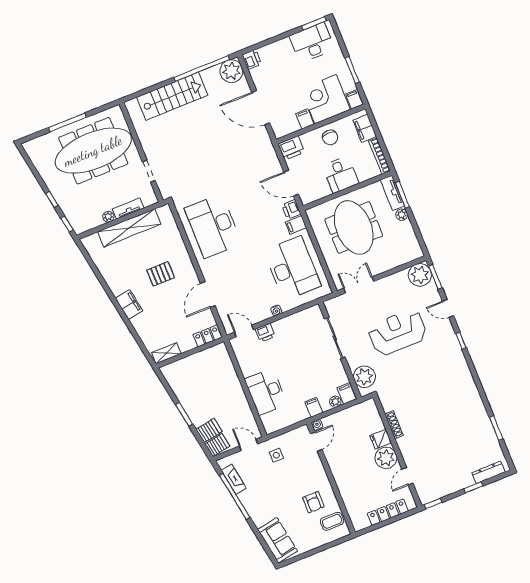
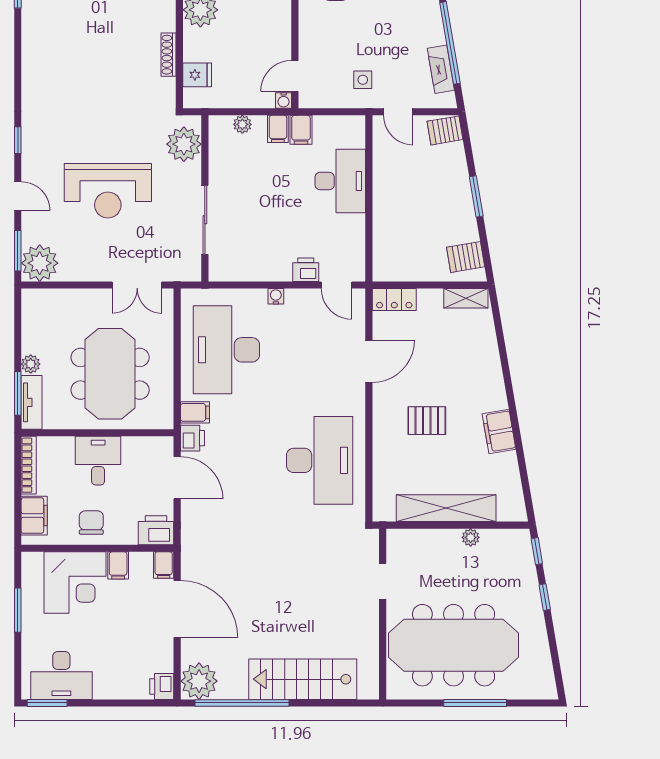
filing cabinet: (354, 99) -> (164, 565), moved
tv unit: (128, 209) -> (436, 538), removed
filing cabinet: (129, 305) -> (499, 431), moved
filing cabinet: (347, 393) -> (301, 130), moved
server rack: (209, 430) -> (466, 257), moved
fridge: (381, 439) -> (197, 75), moved

